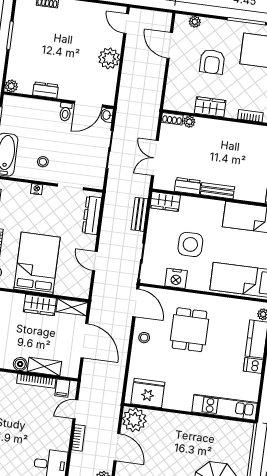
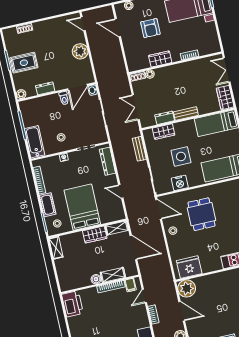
rug: (30, 46) -> (24, 63), added
wardrobe: (165, 202) -> (164, 132), moved

